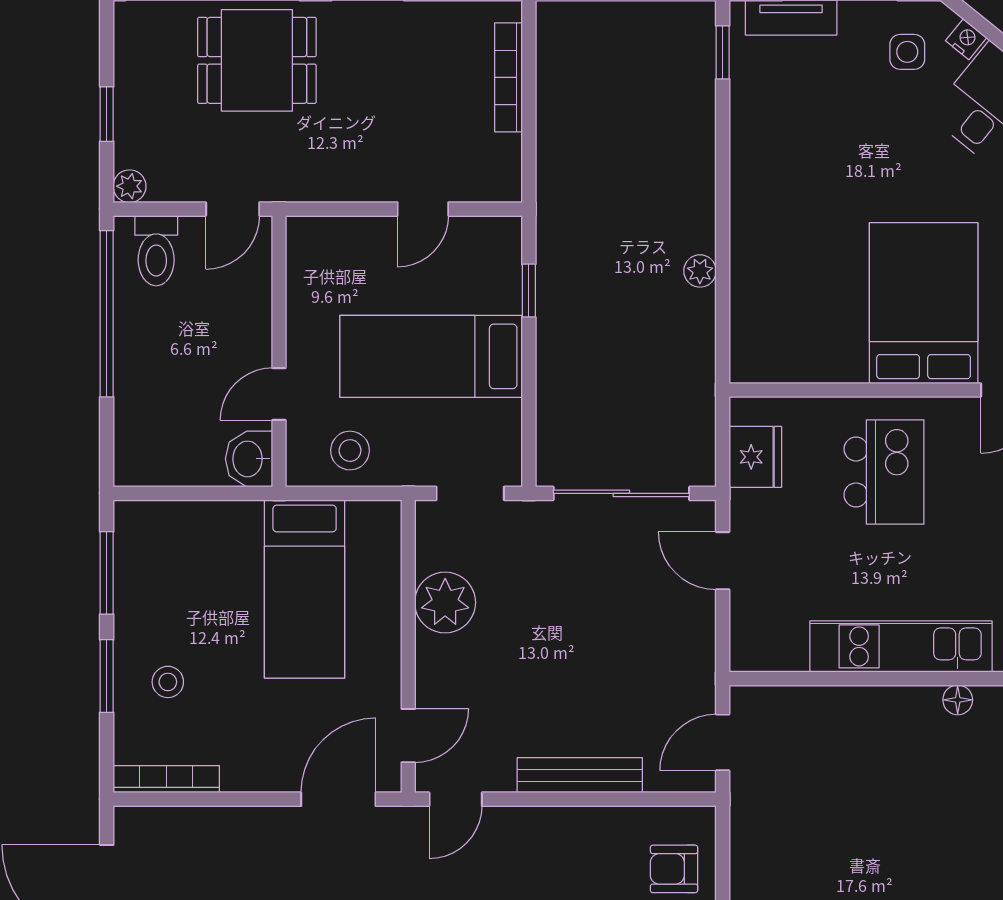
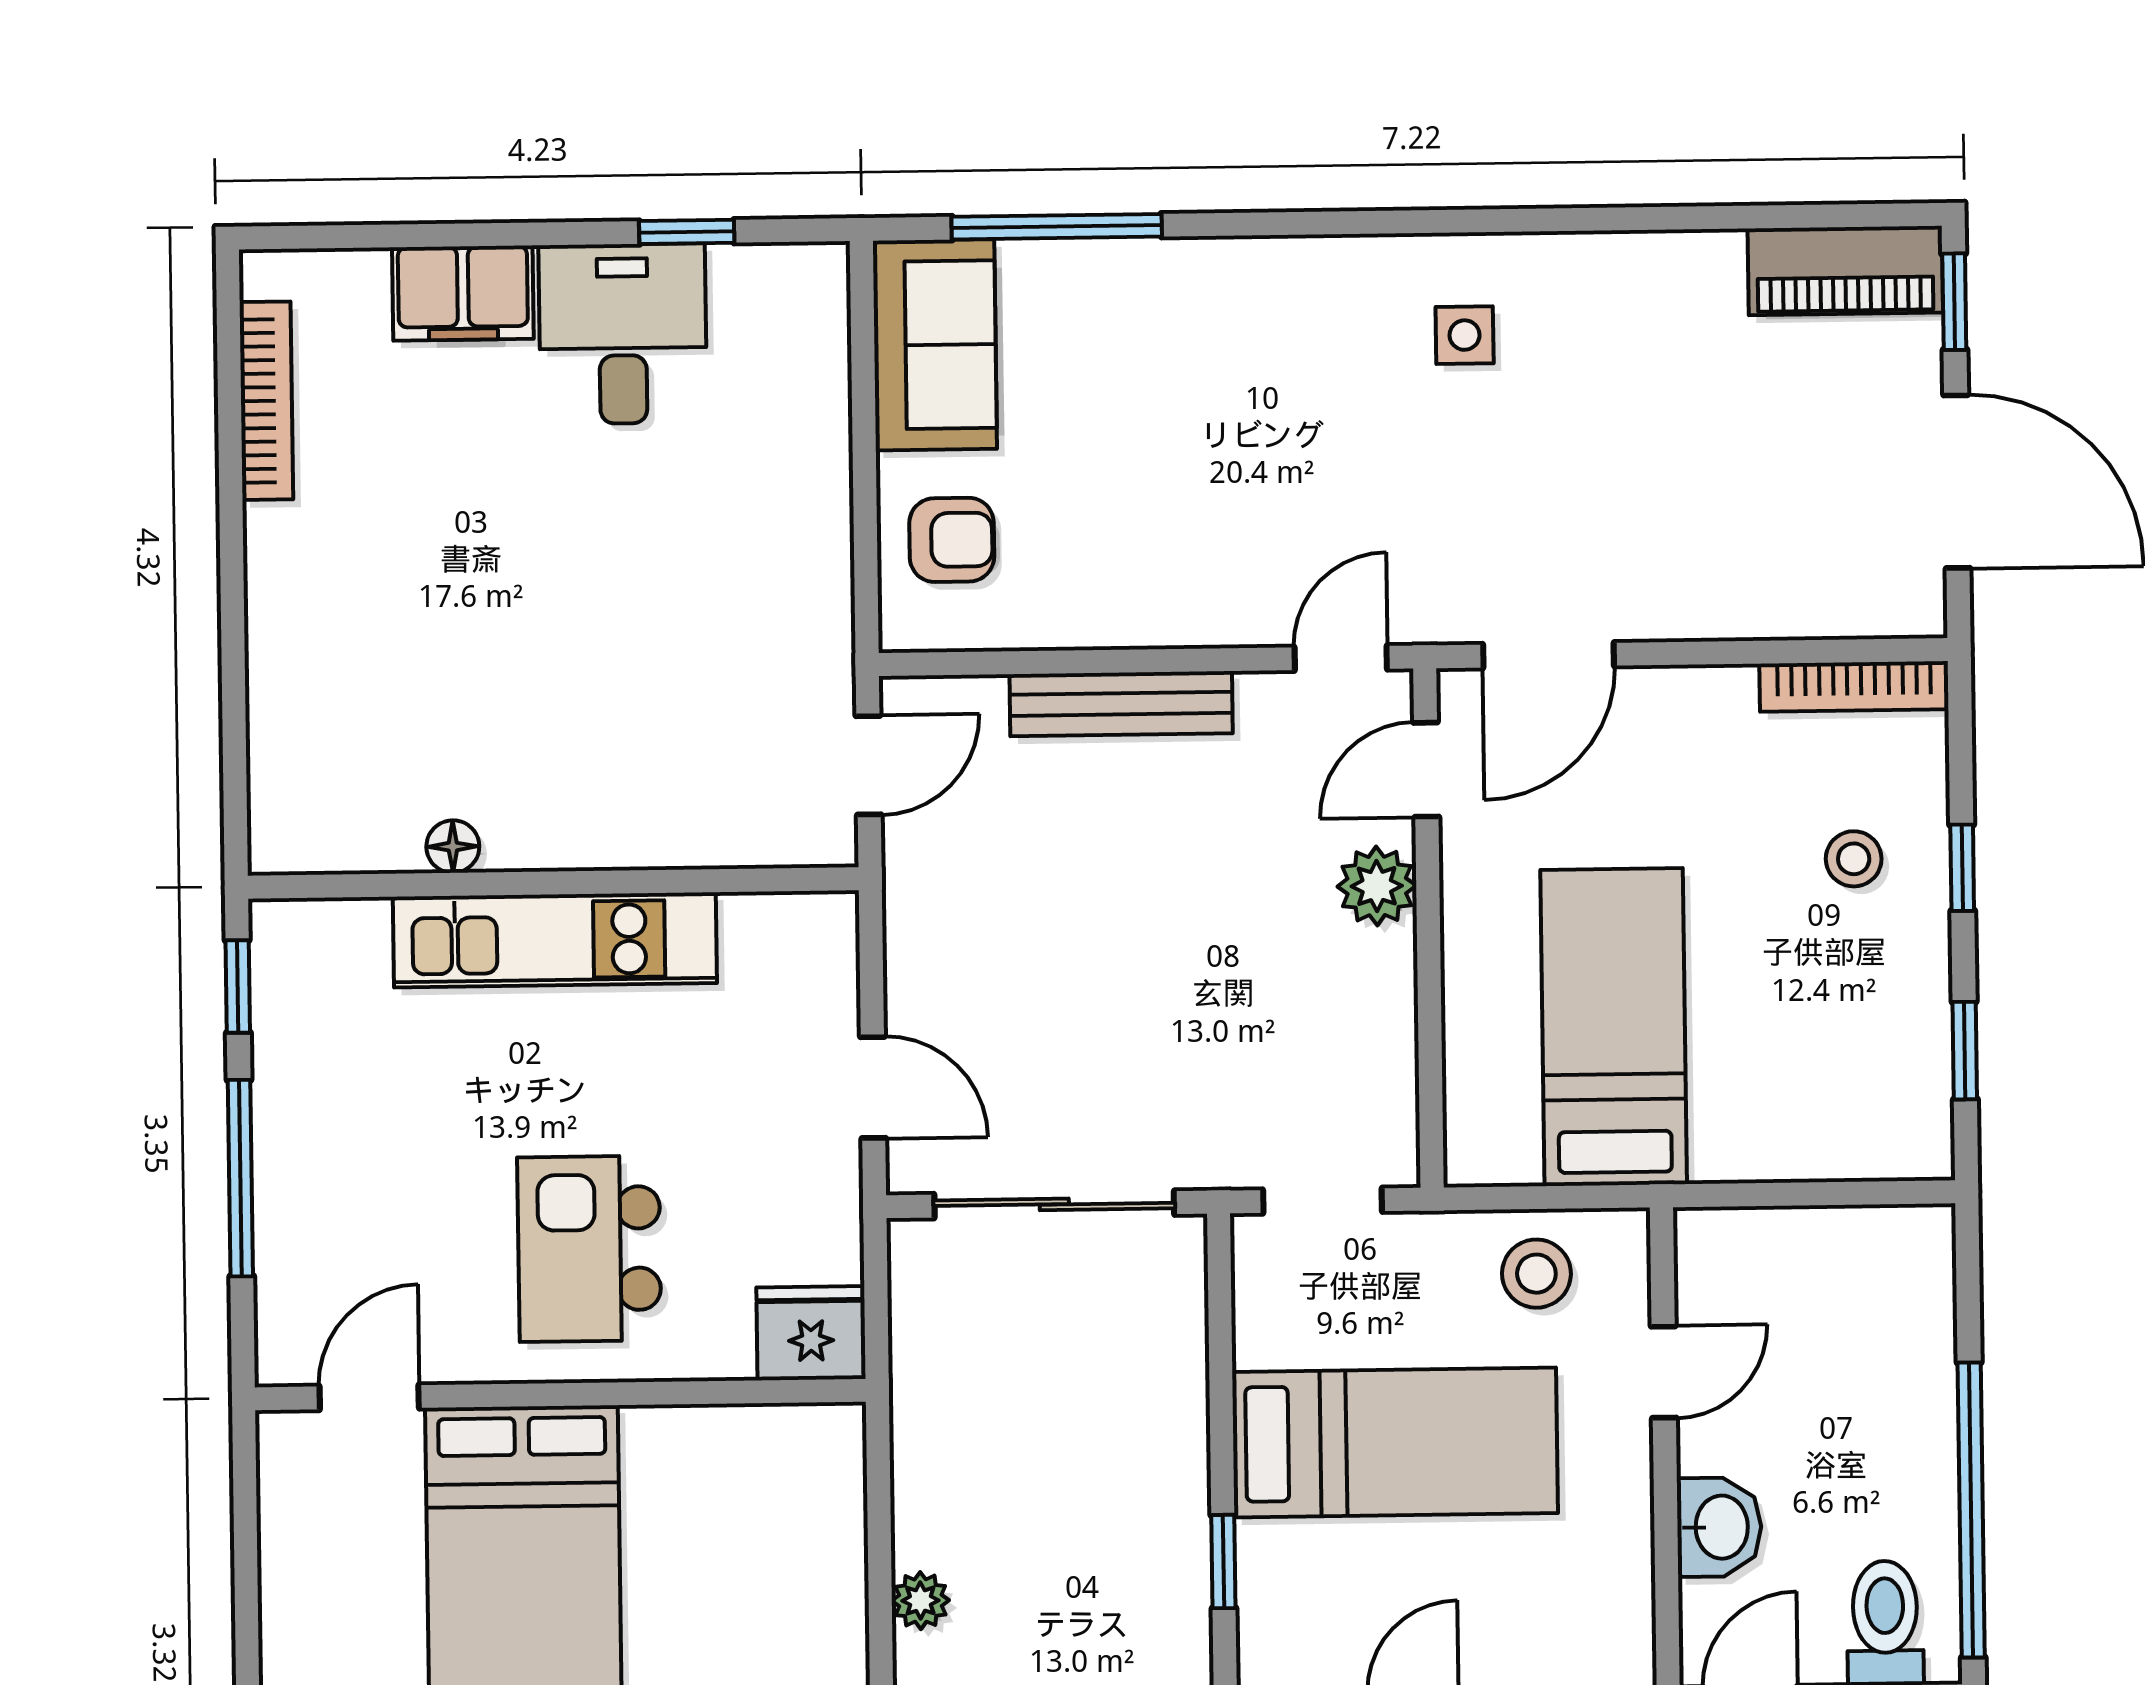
fridge: (755, 457) -> (811, 1333), moved, turned 90
washbasin: (249, 459) -> (1719, 1527), moved
window: (107, 573) -> (1965, 1051), width x0.67
plant: (445, 602) -> (1377, 886), moved, width x0.73, depth x0.73
window: (107, 676) -> (1962, 868), width x0.67

